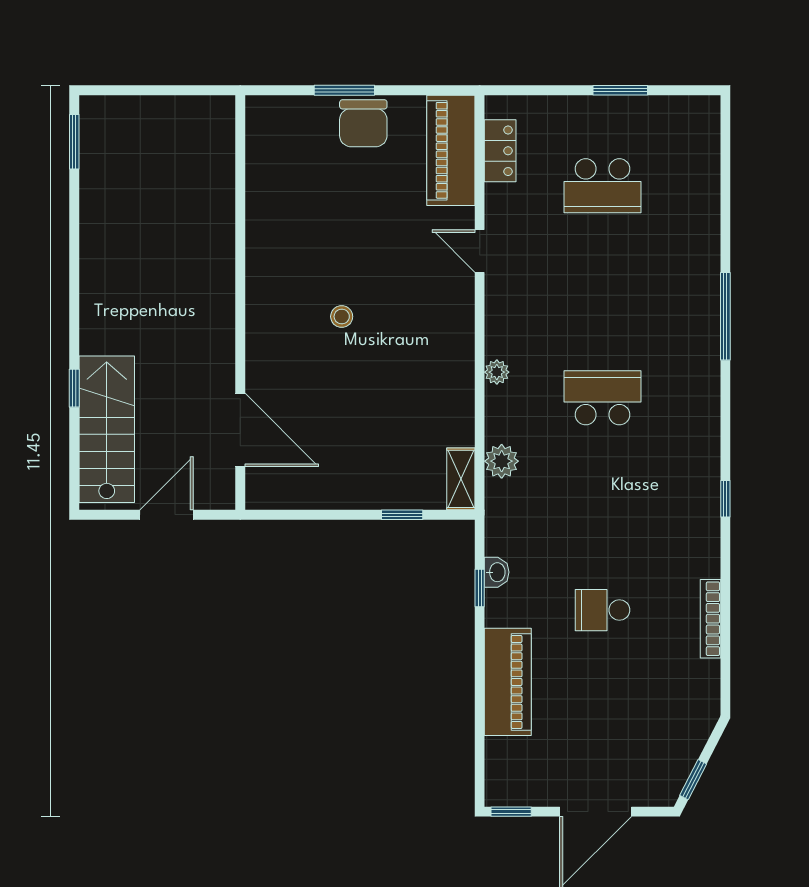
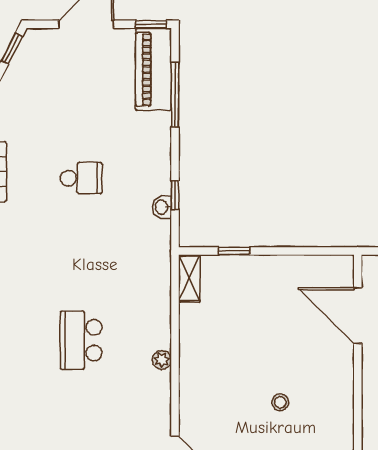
school desk: (603, 398) -> (81, 340), turned 90
plant: (502, 461) -> (158, 292), removed
piano: (508, 682) -> (153, 69), moved
window: (480, 720) -> (175, 95), added

